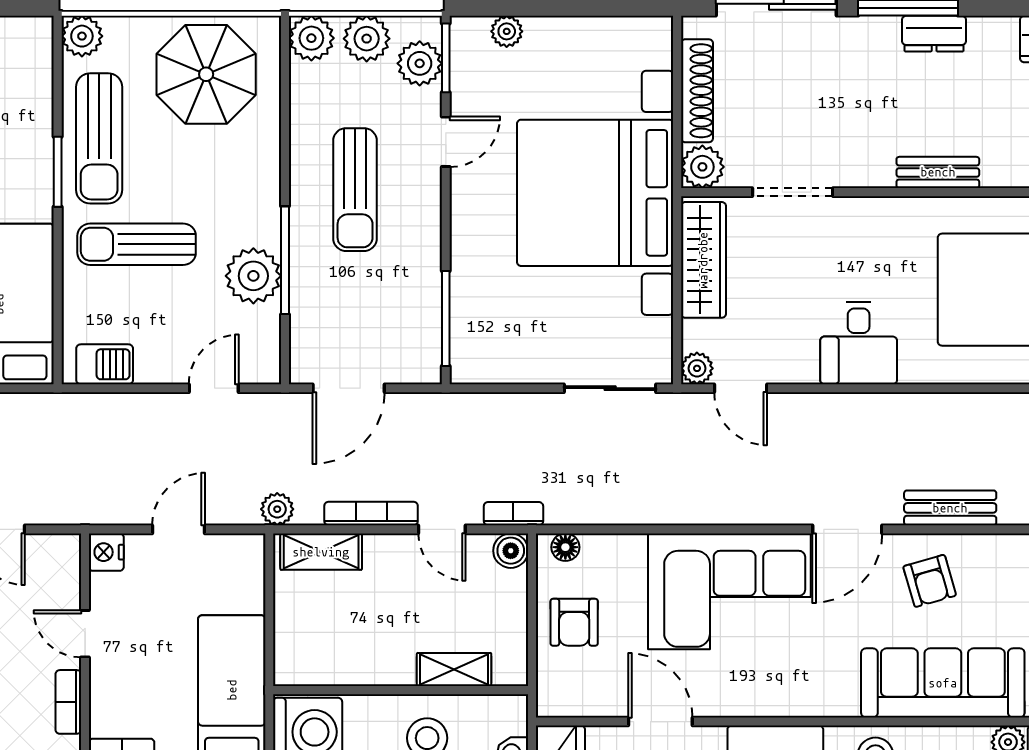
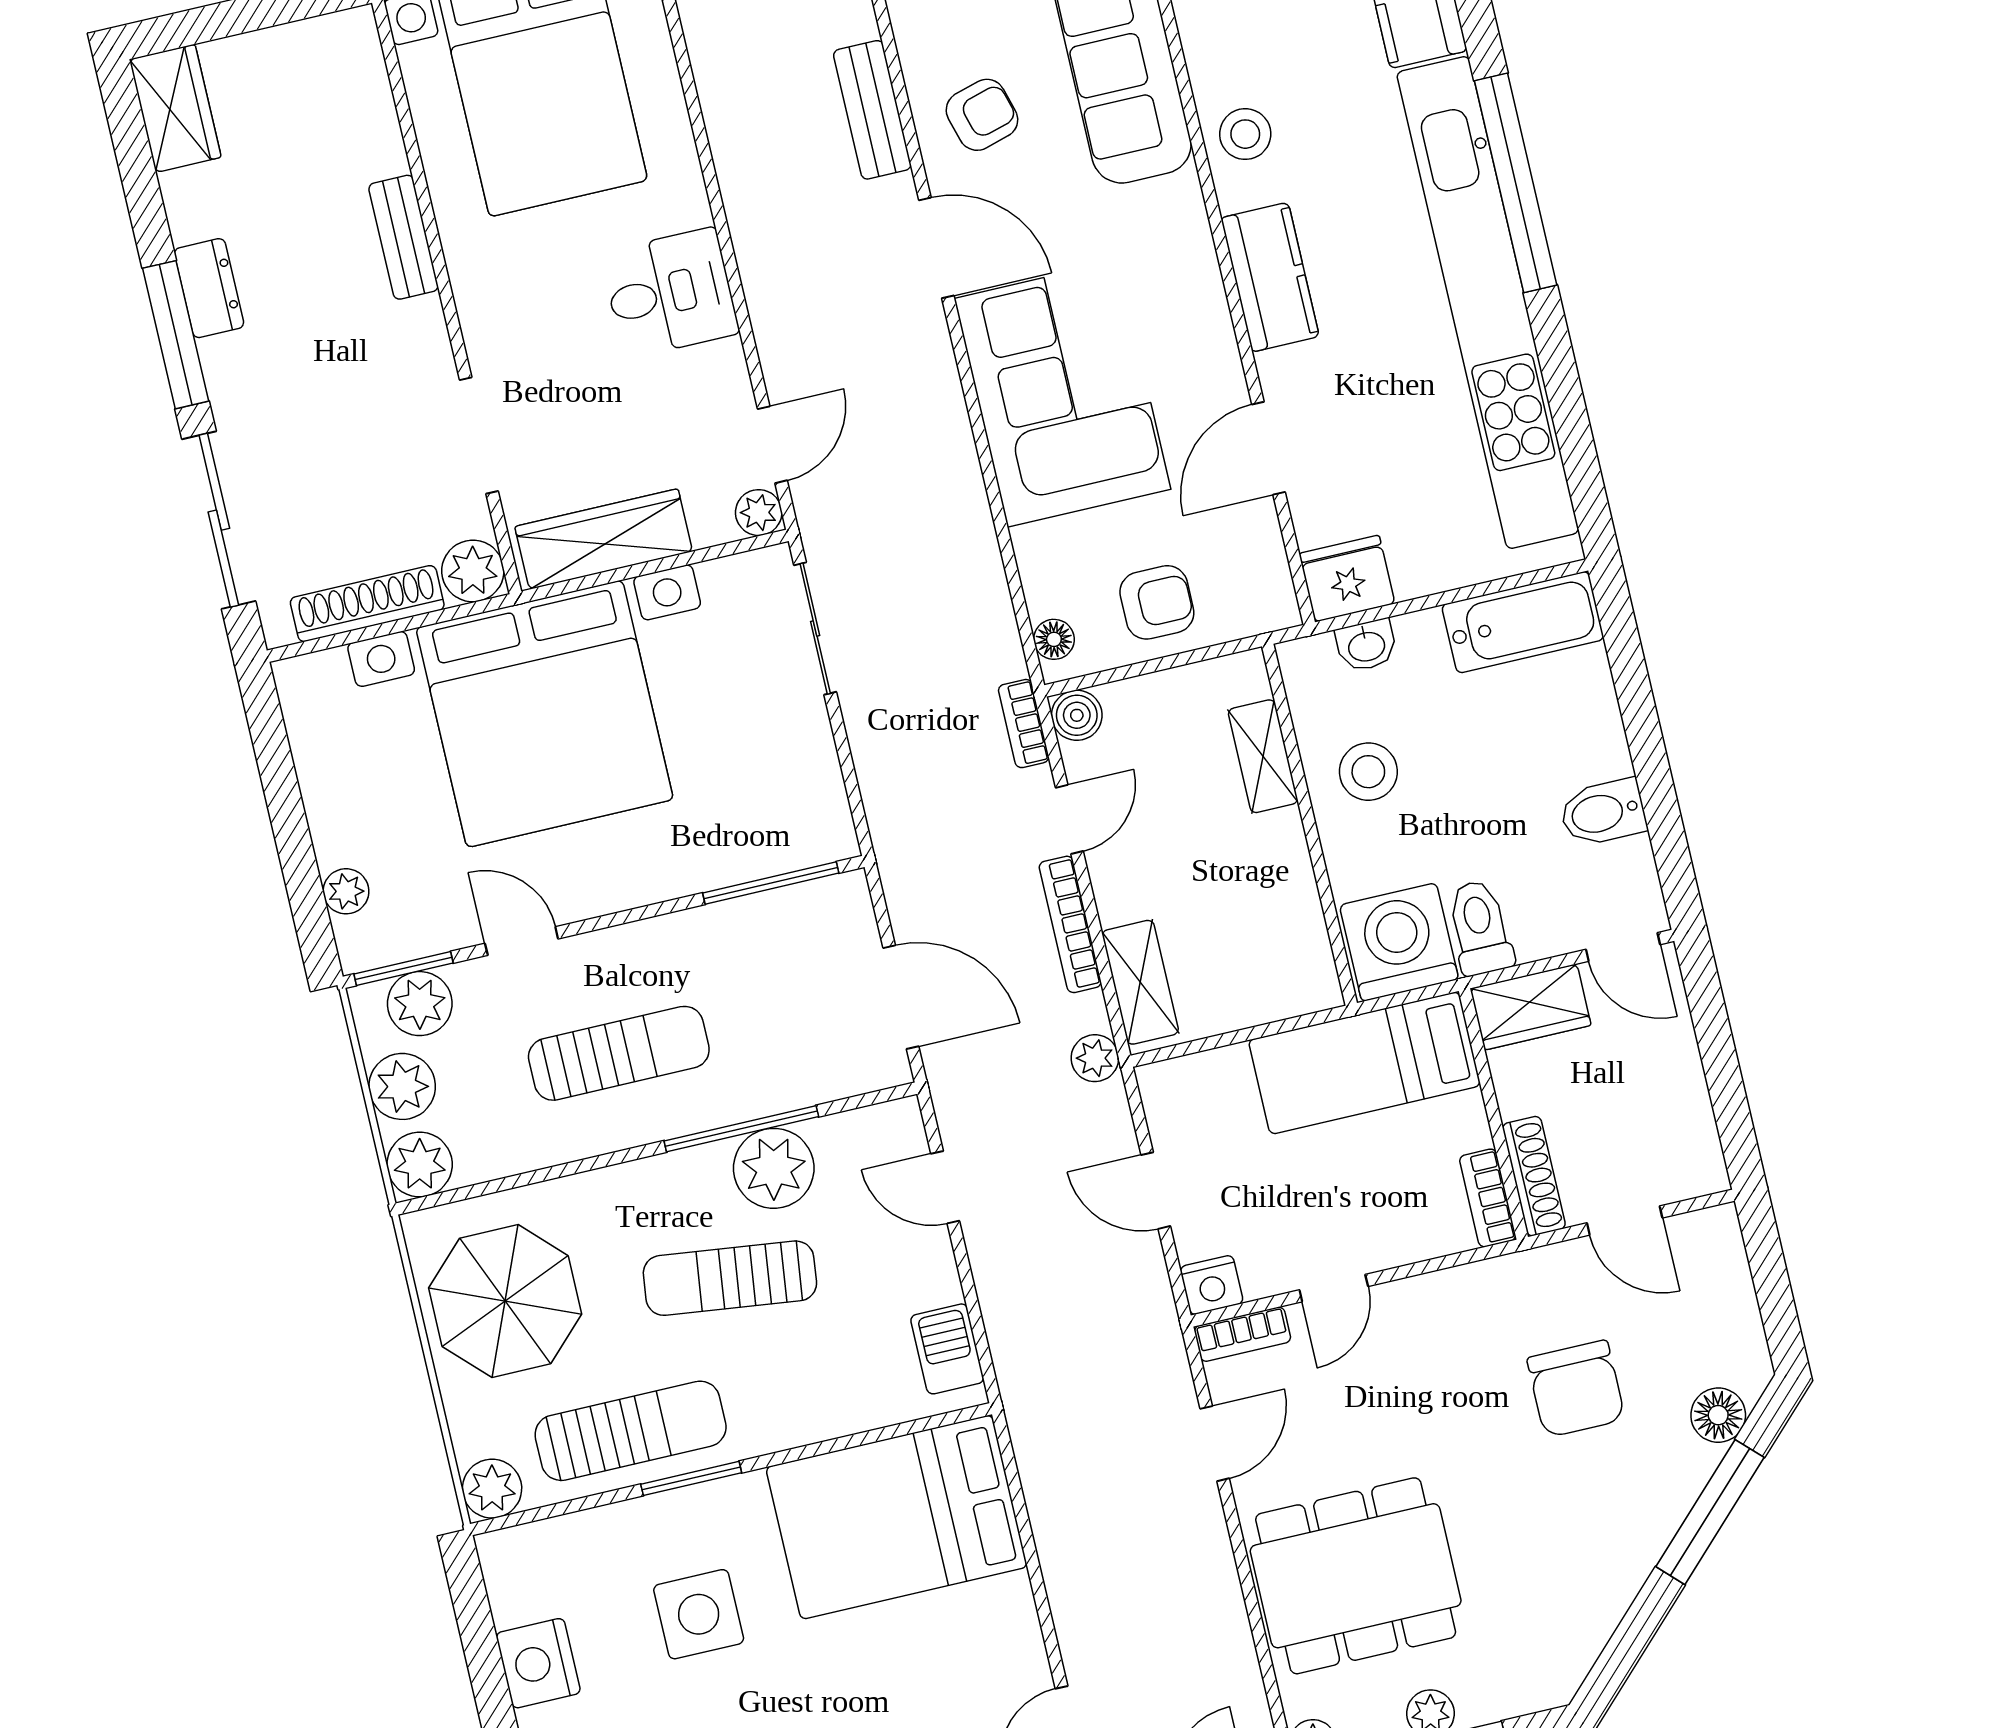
sun lounger: (137, 244) -> (730, 1278), moved, turned 97
bookcase: (68, 702) -> (1242, 1334), moved

